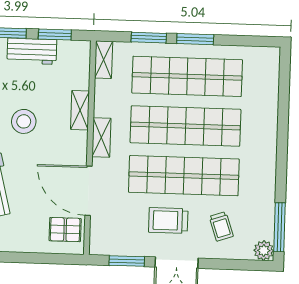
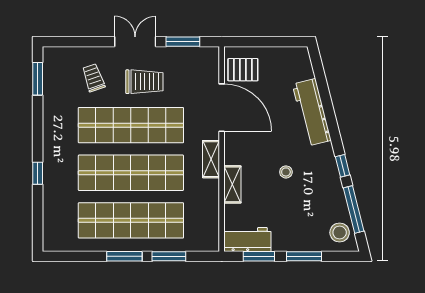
workbench: (32, 51) -> (247, 239), moved
shelving: (104, 60) -> (211, 234), removed
stool: (24, 121) -> (286, 172), width x0.53, depth x0.53
window: (283, 129) -> (38, 173), added
window: (280, 227) -> (38, 79), width x0.69
plant: (264, 251) -> (52, 56), removed

